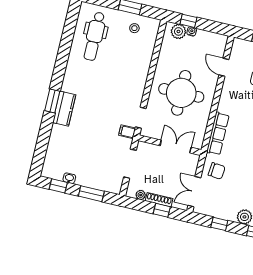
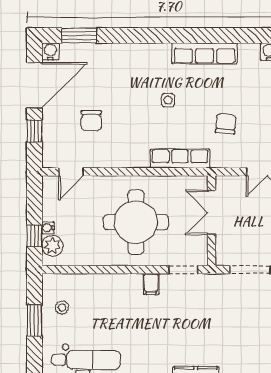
door: (224, 67) -> (71, 172), moved
filing cabinet: (127, 132) -> (151, 284), moved
chair: (217, 171) -> (226, 124), moved

